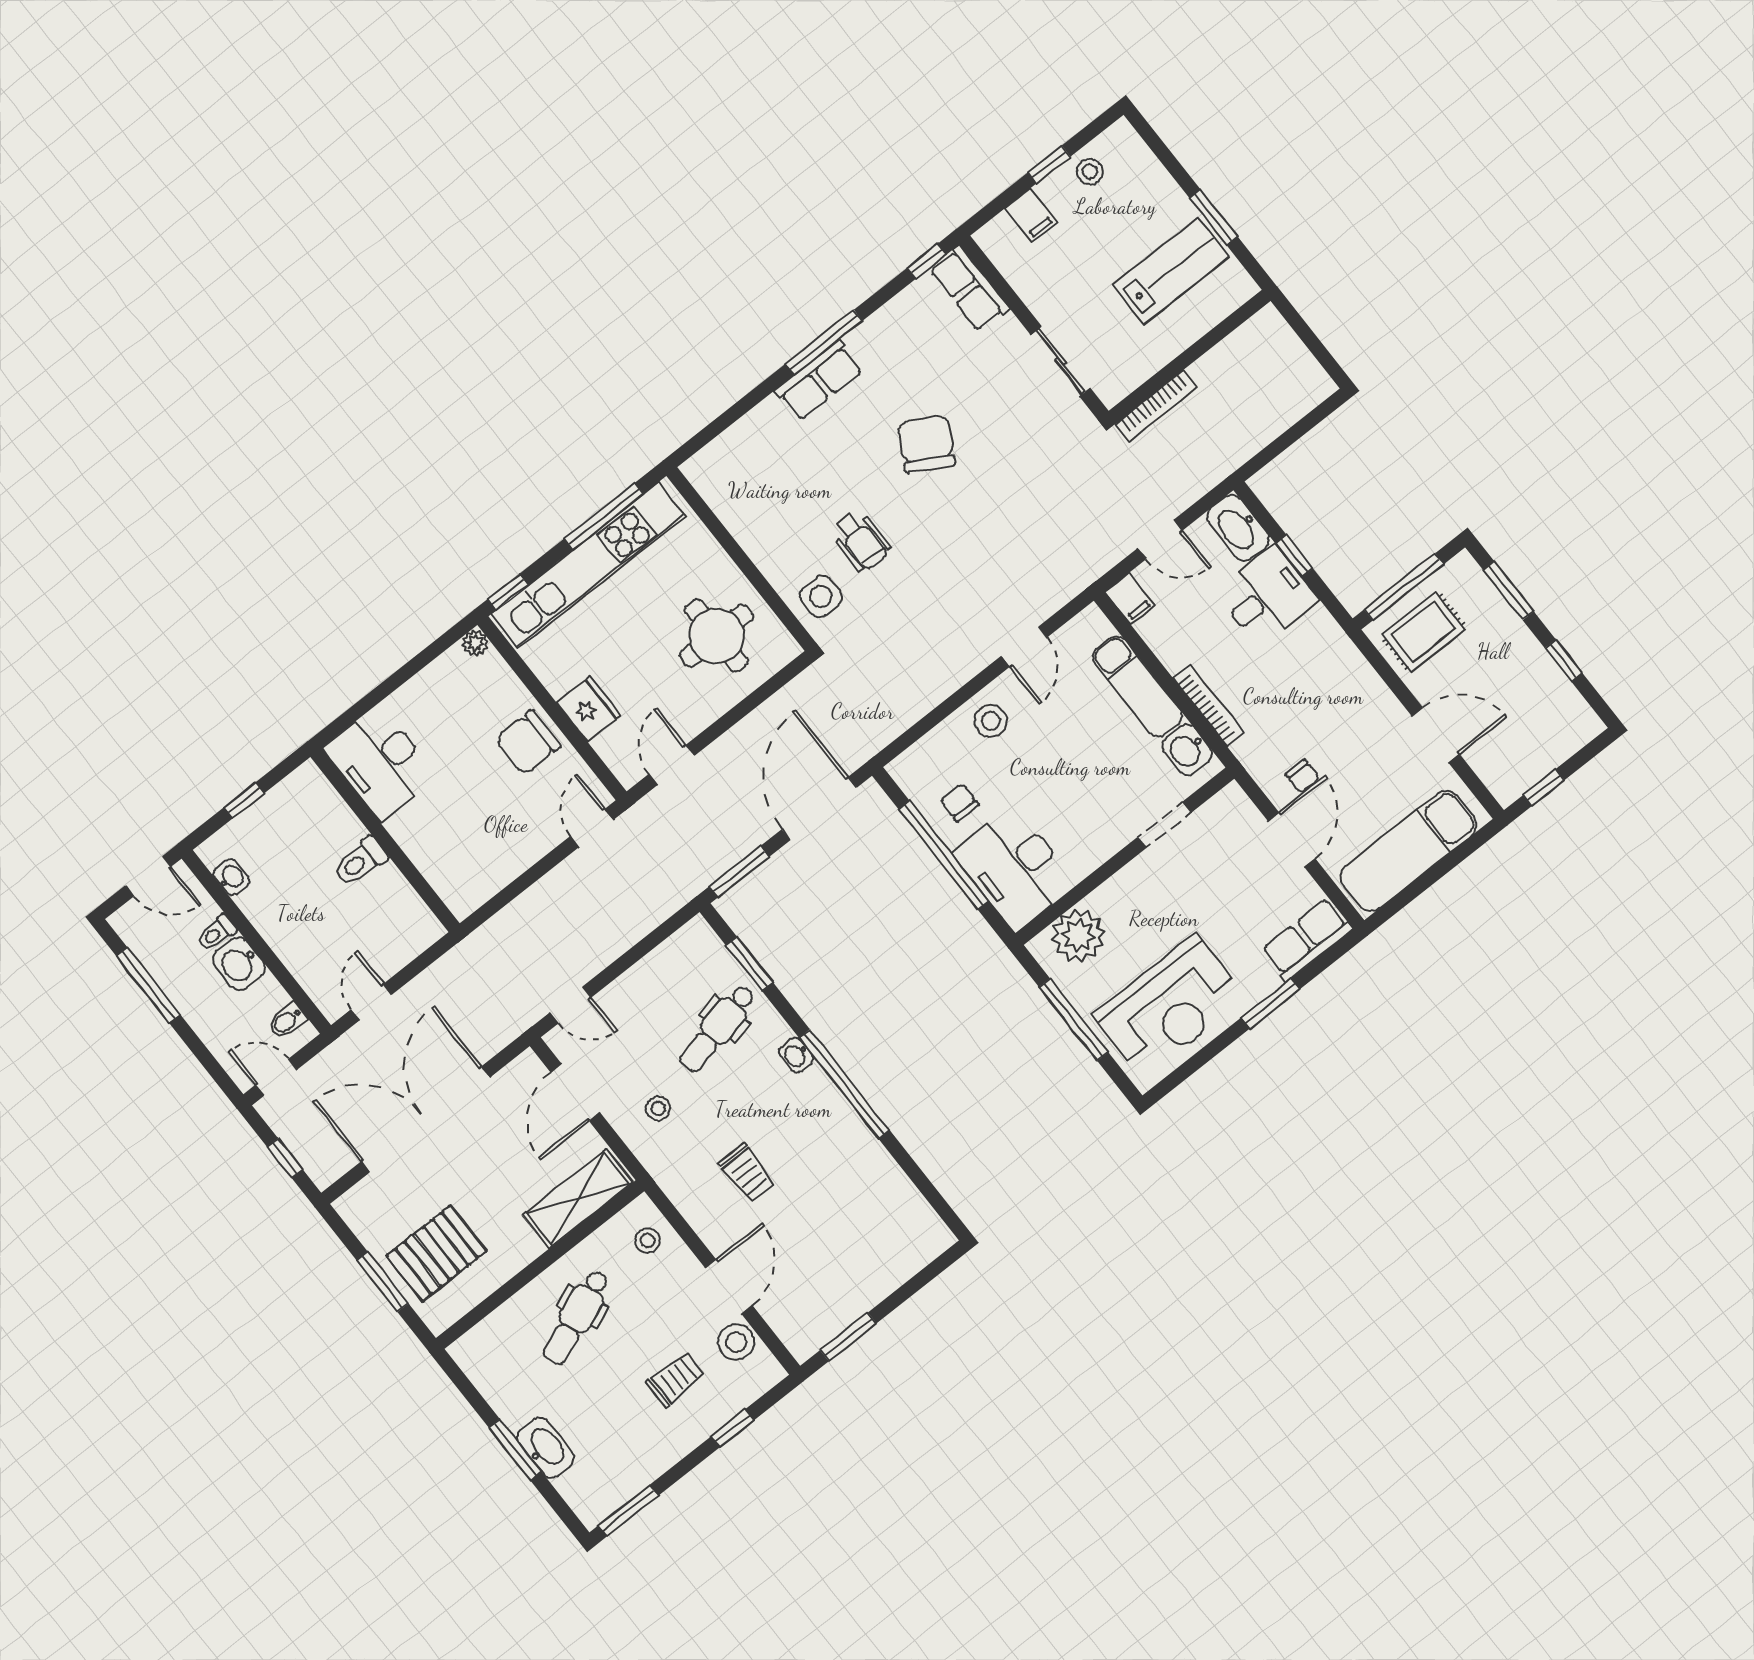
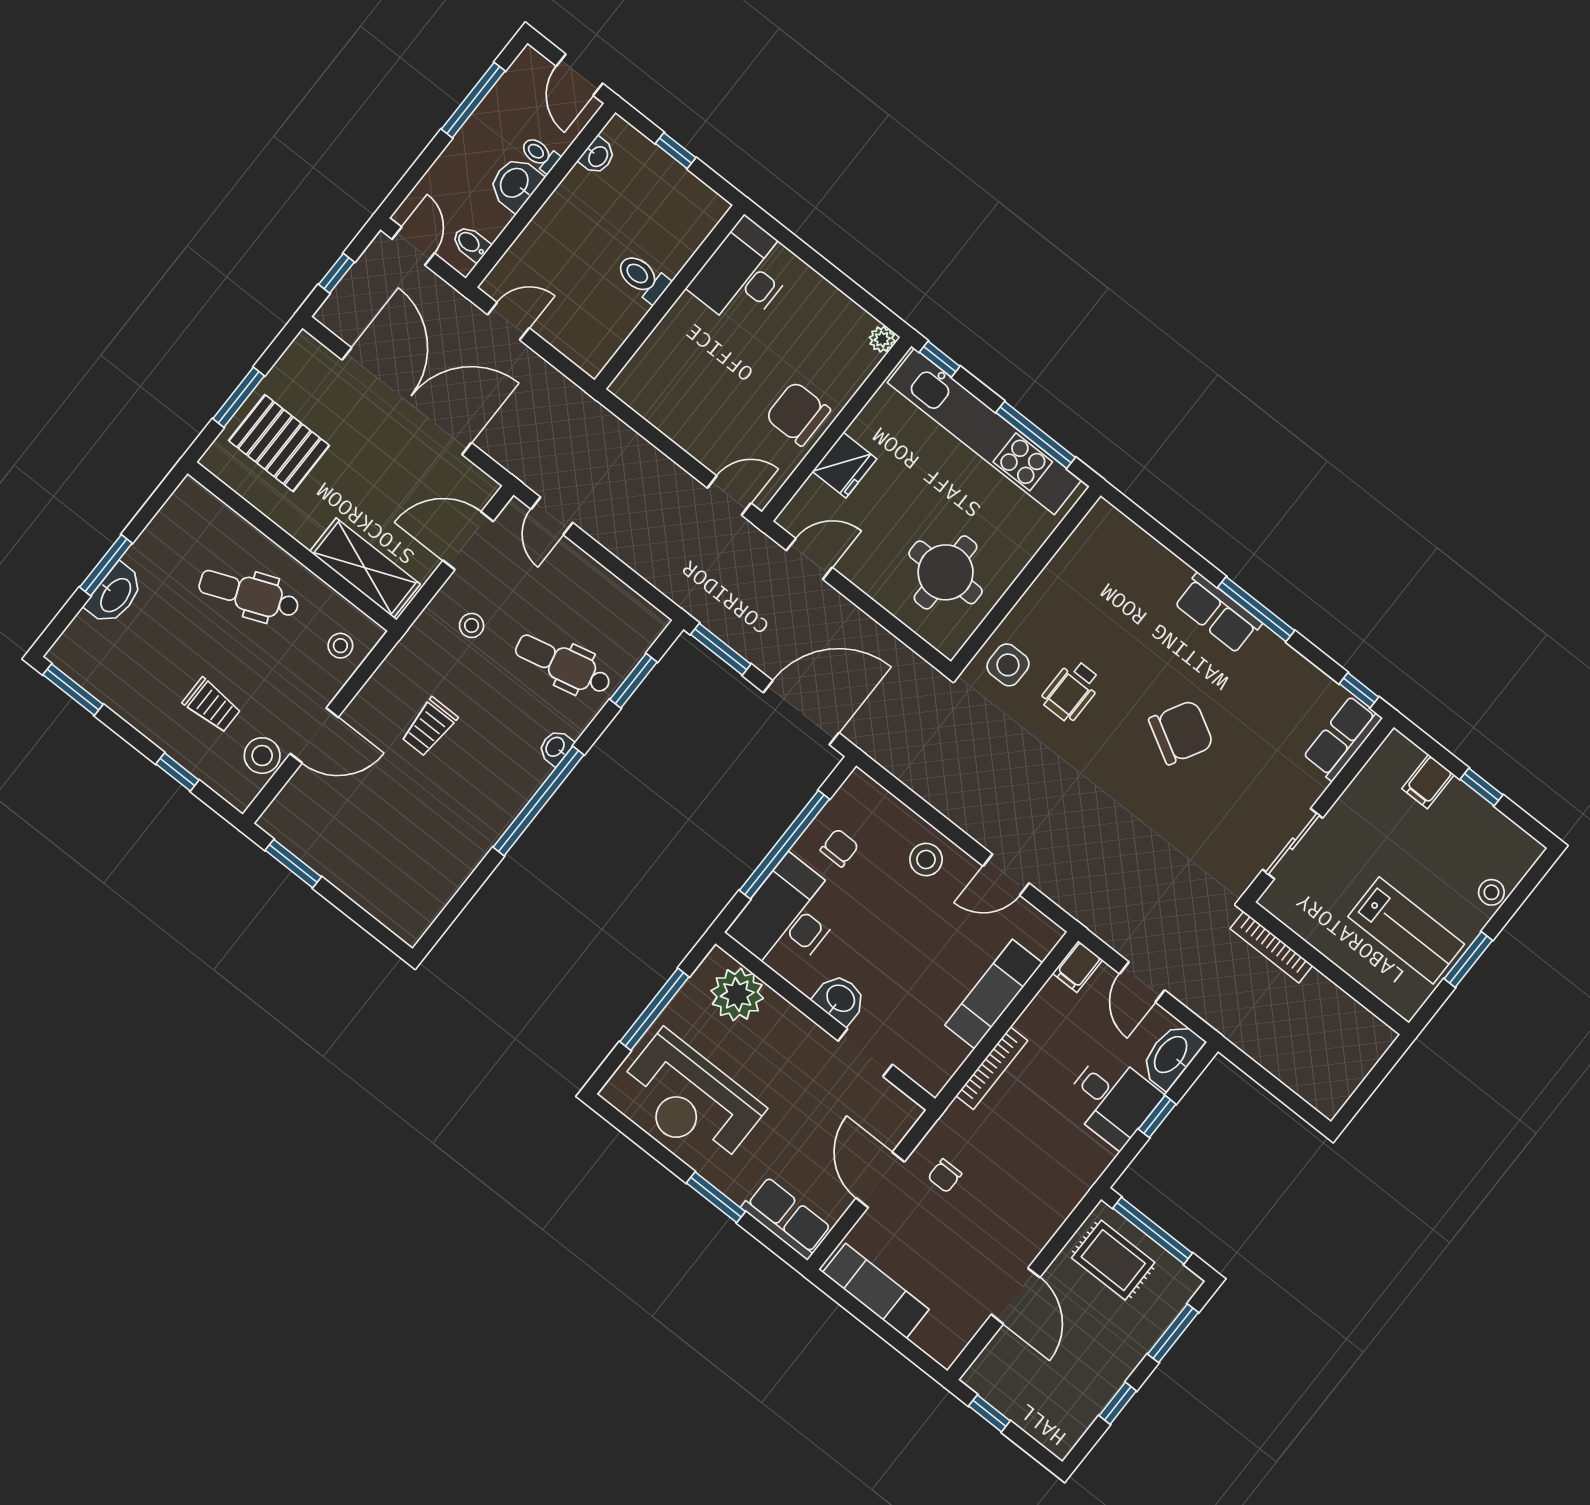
stool: (1090, 172) -> (1491, 892), moved
washbasin: (1187, 750) -> (840, 999), moved, turned 90
door: (1292, 840) -> (880, 1180), swing flipped
exam couch: (1408, 851) -> (876, 1291), width x0.73, depth x0.69

